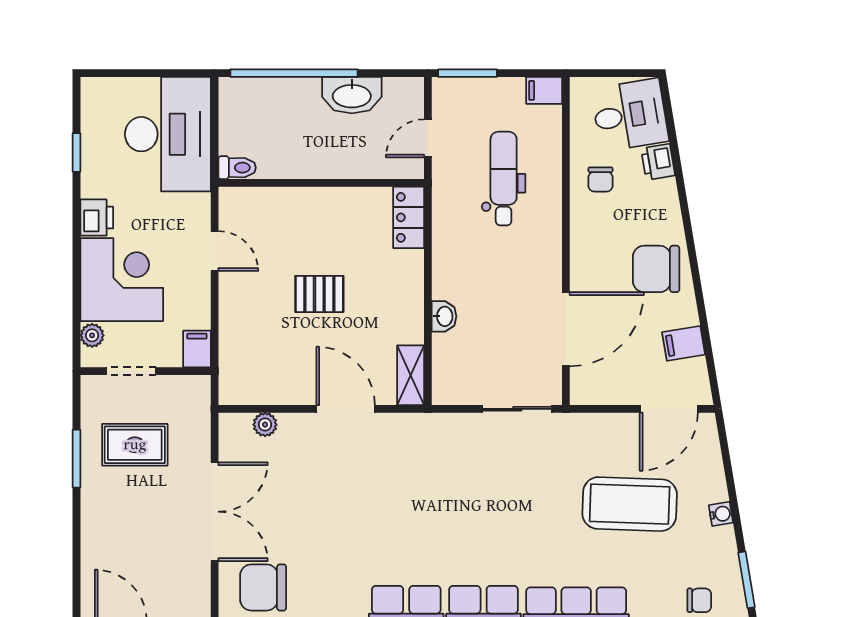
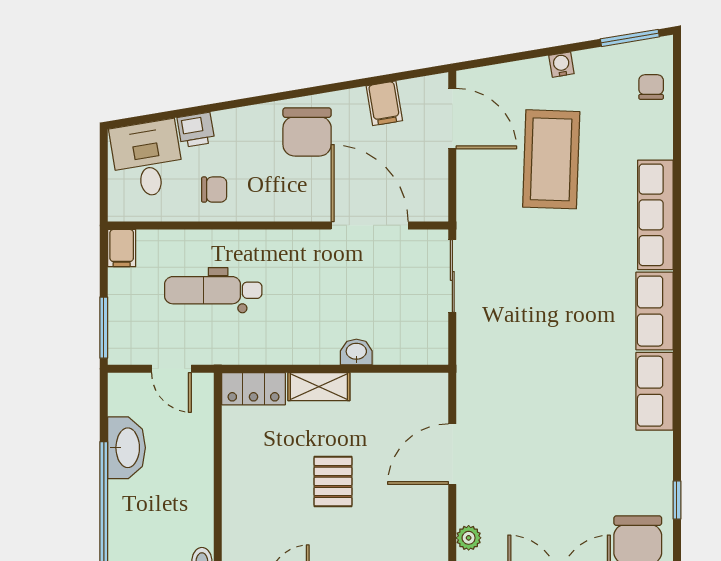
shelving: (411, 375) -> (319, 387), moved

